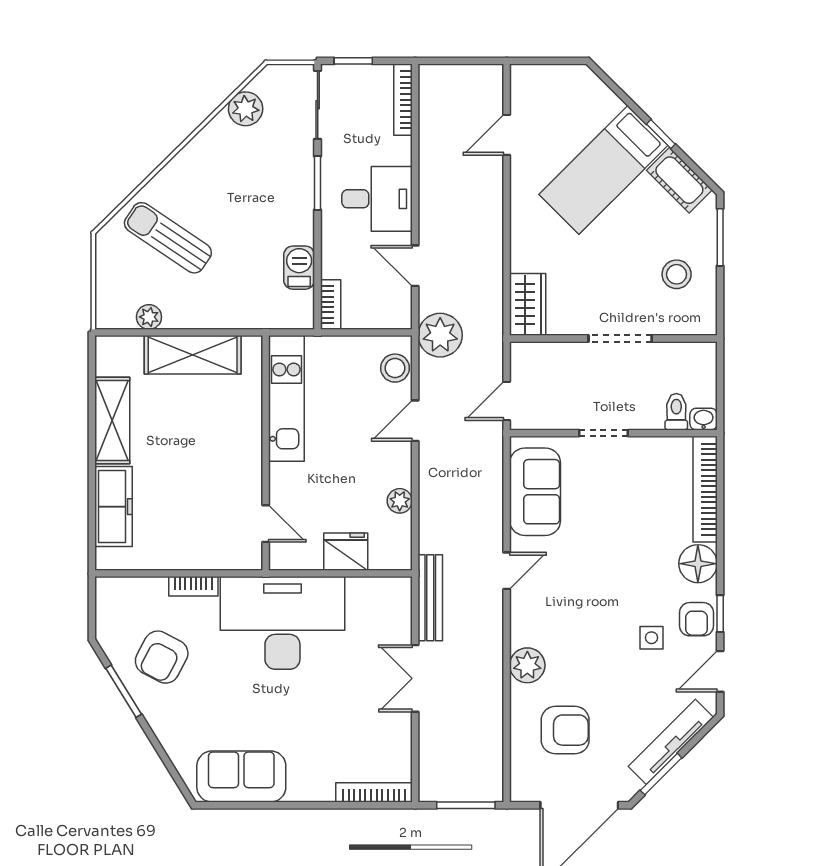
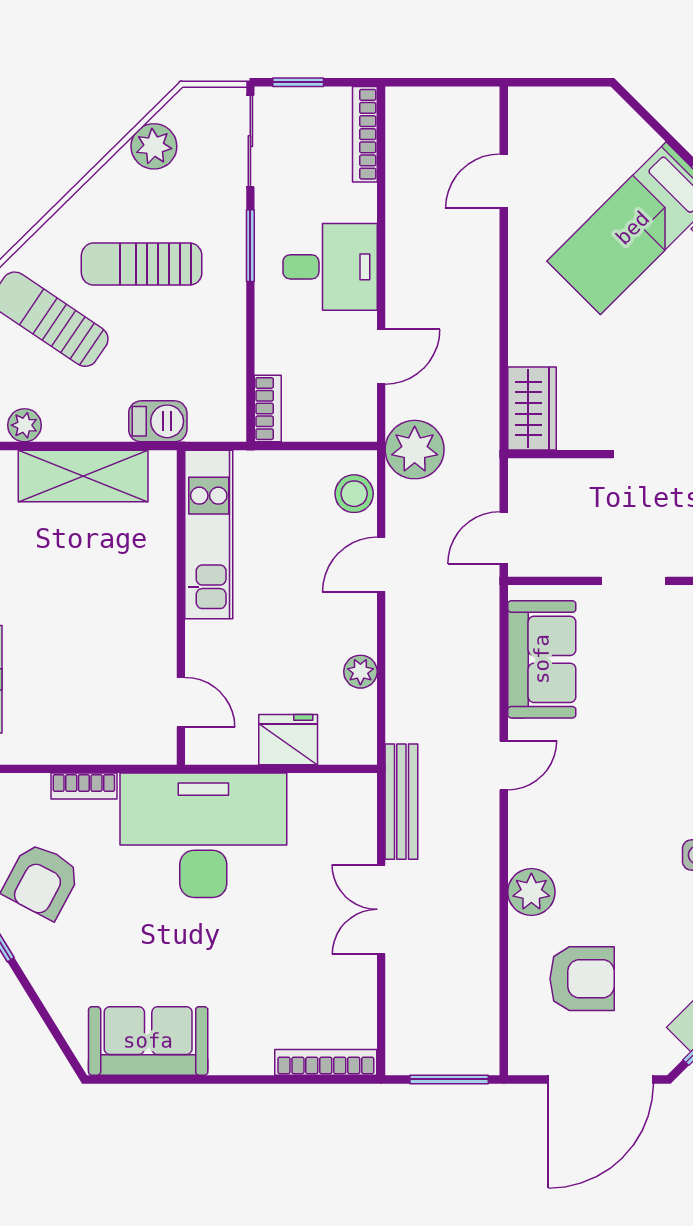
sun lounger: (236, 197) -> (142, 264), added
door: (415, 266) -> (381, 357), swing flipped
barbecue: (299, 268) -> (158, 421), moved, turned 90

